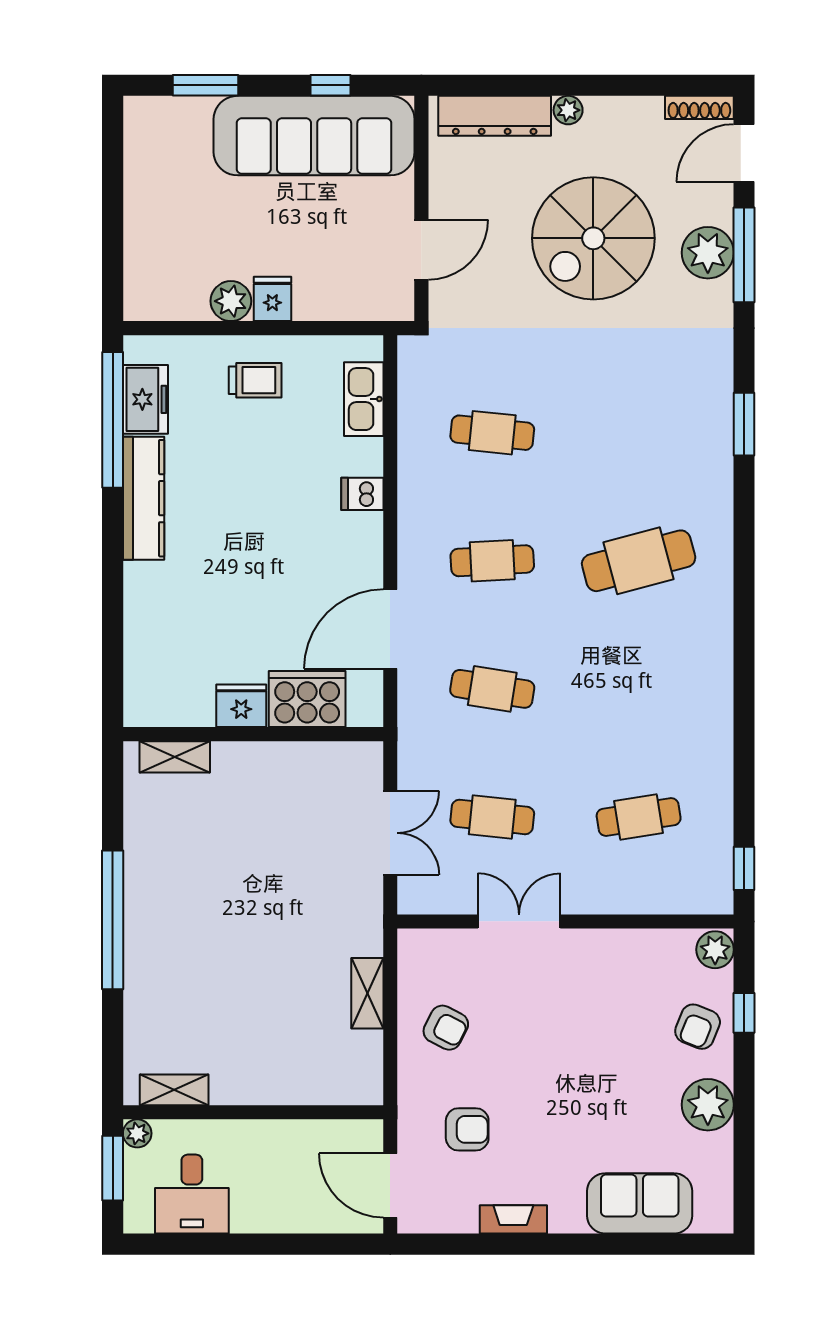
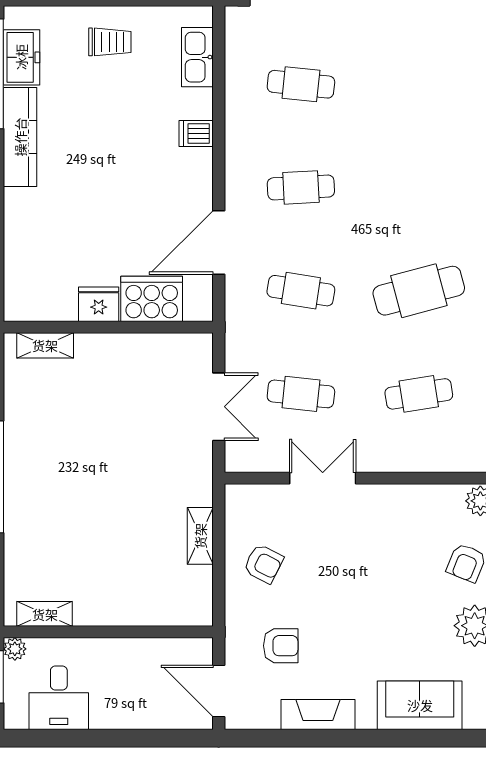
cafe table: (639, 561) -> (419, 291), moved
fireplace: (513, 1219) -> (318, 715), width x1.37, depth x1.32

